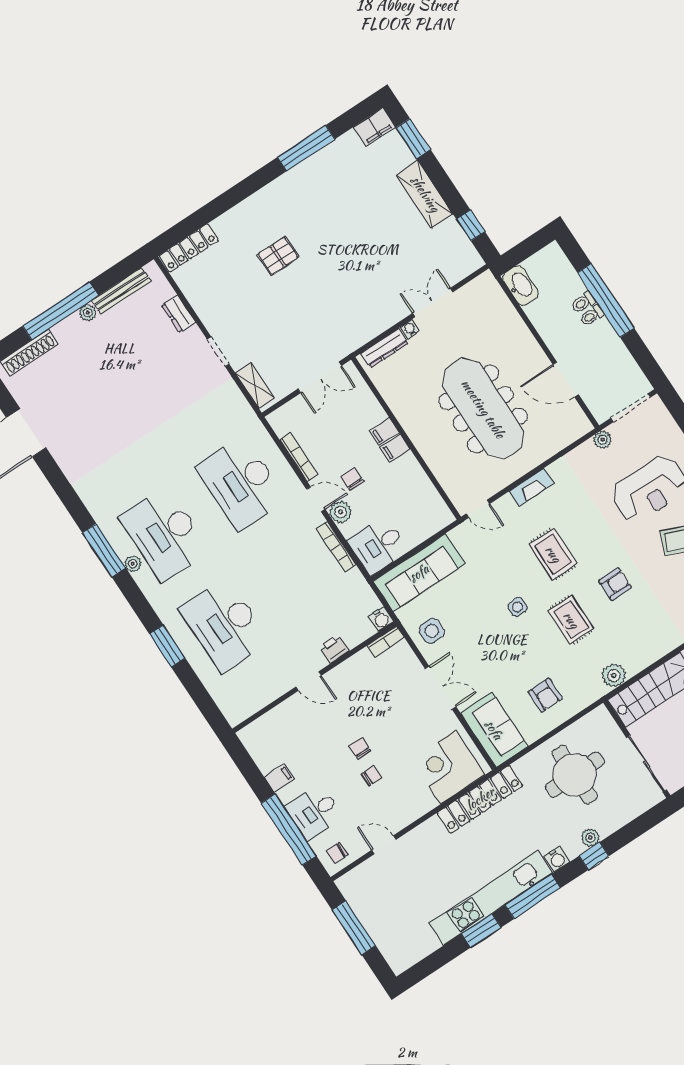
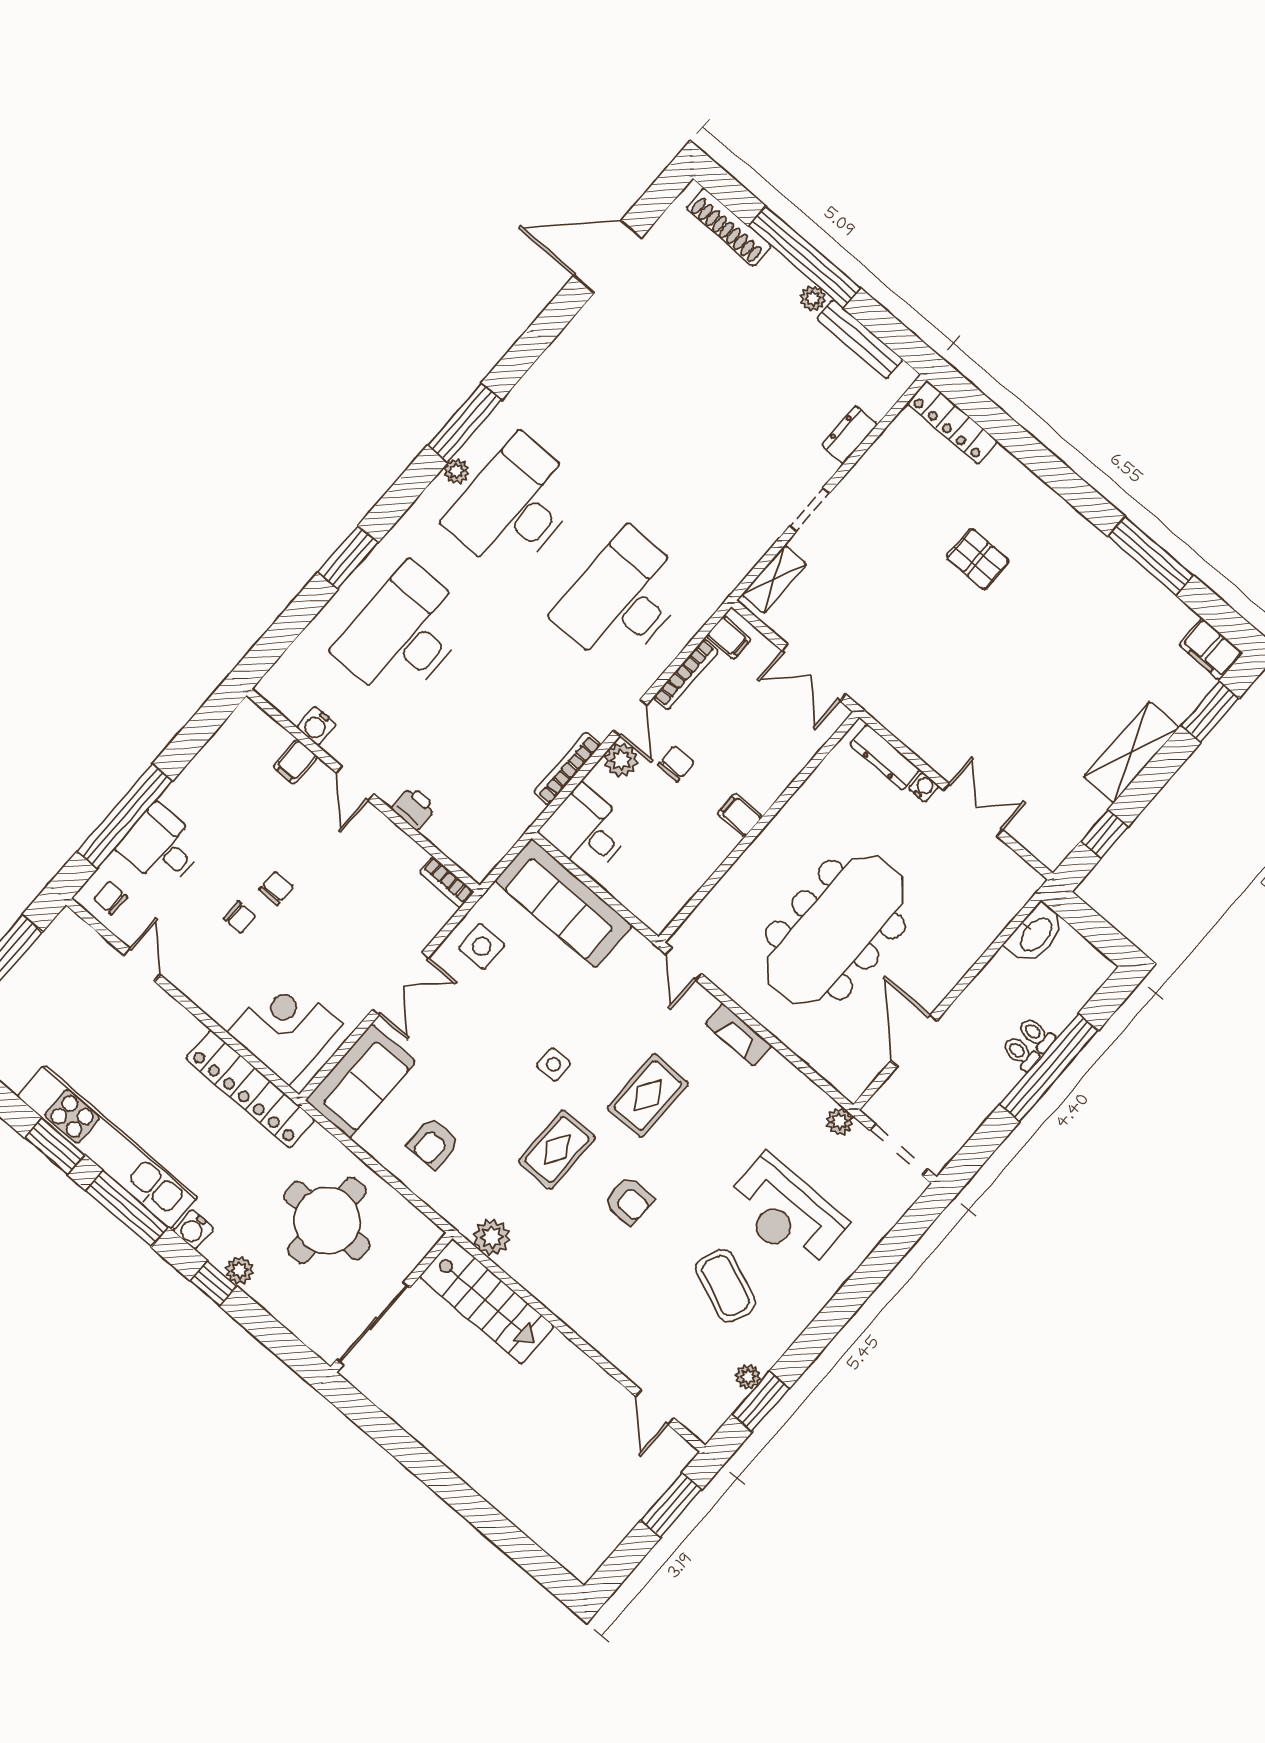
filing cabinet: (384, 432) -> (729, 638), moved, turned 180
water cooler: (381, 619) -> (316, 726), moved
filing cabinet: (279, 778) -> (295, 762), moved, turned 90

